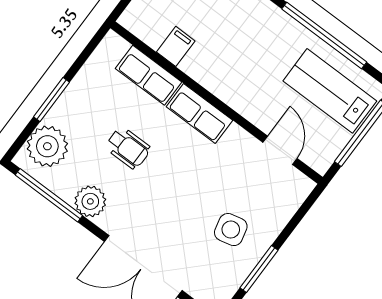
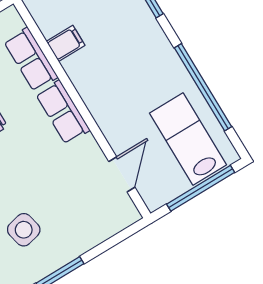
side table: (231, 230) -> (24, 230), moved

